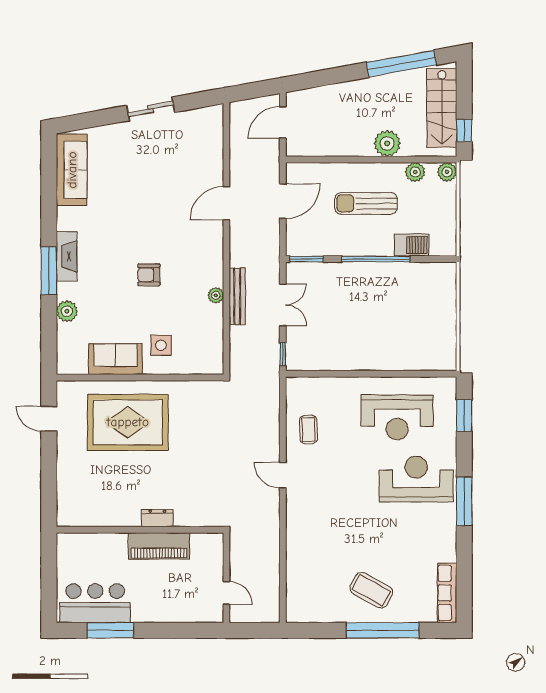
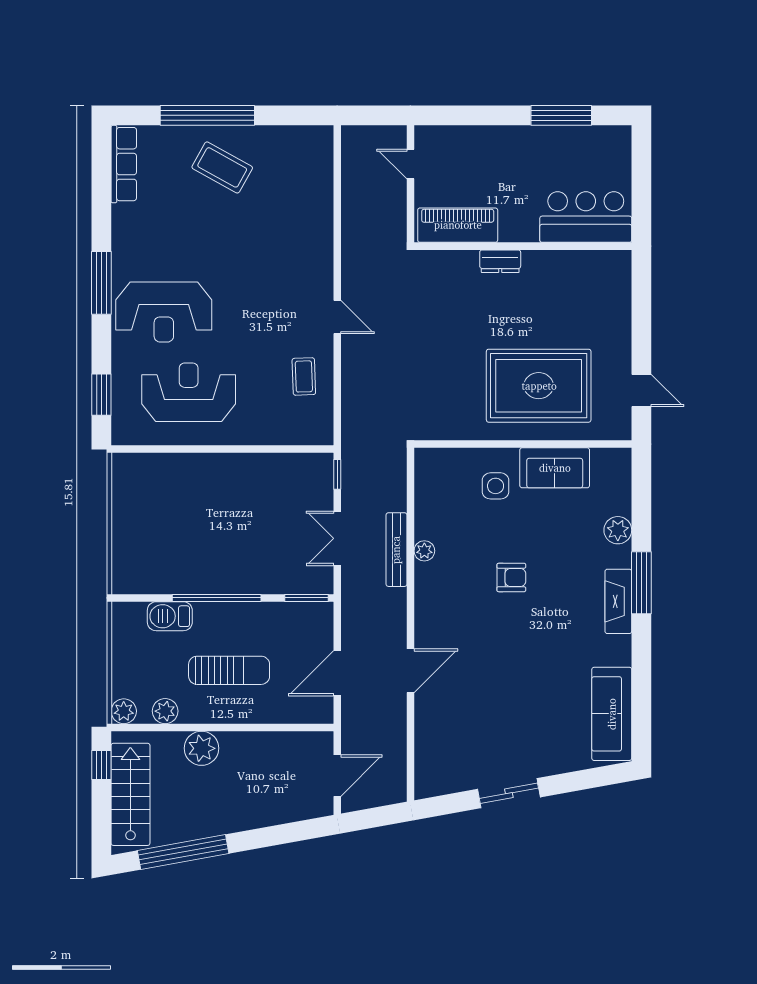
piano: (159, 546) -> (458, 225), moved
bar counter: (95, 603) -> (586, 217), moved, turned 180

